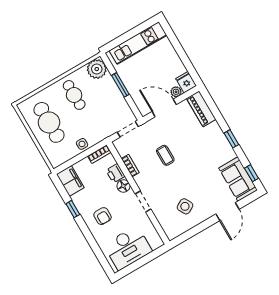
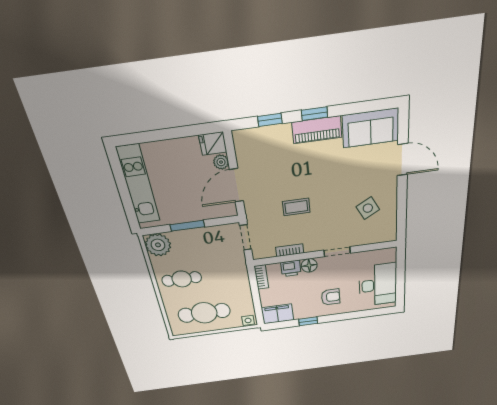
piano: (201, 109) -> (317, 130), moved
side table: (82, 144) -> (248, 320), moved
window: (251, 173) -> (270, 120), moved

